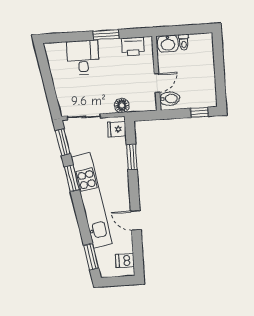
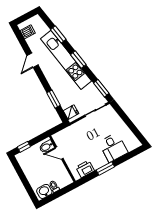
washbasin: (168, 44) -> (44, 191), moved
door: (157, 83) -> (59, 153), hinge flipped
floor lamp: (122, 105) -> (75, 129), removed
window: (72, 178) -> (78, 60), moved
door: (136, 220) -> (33, 60), swing flipped
window: (91, 257) -> (58, 34), moved

